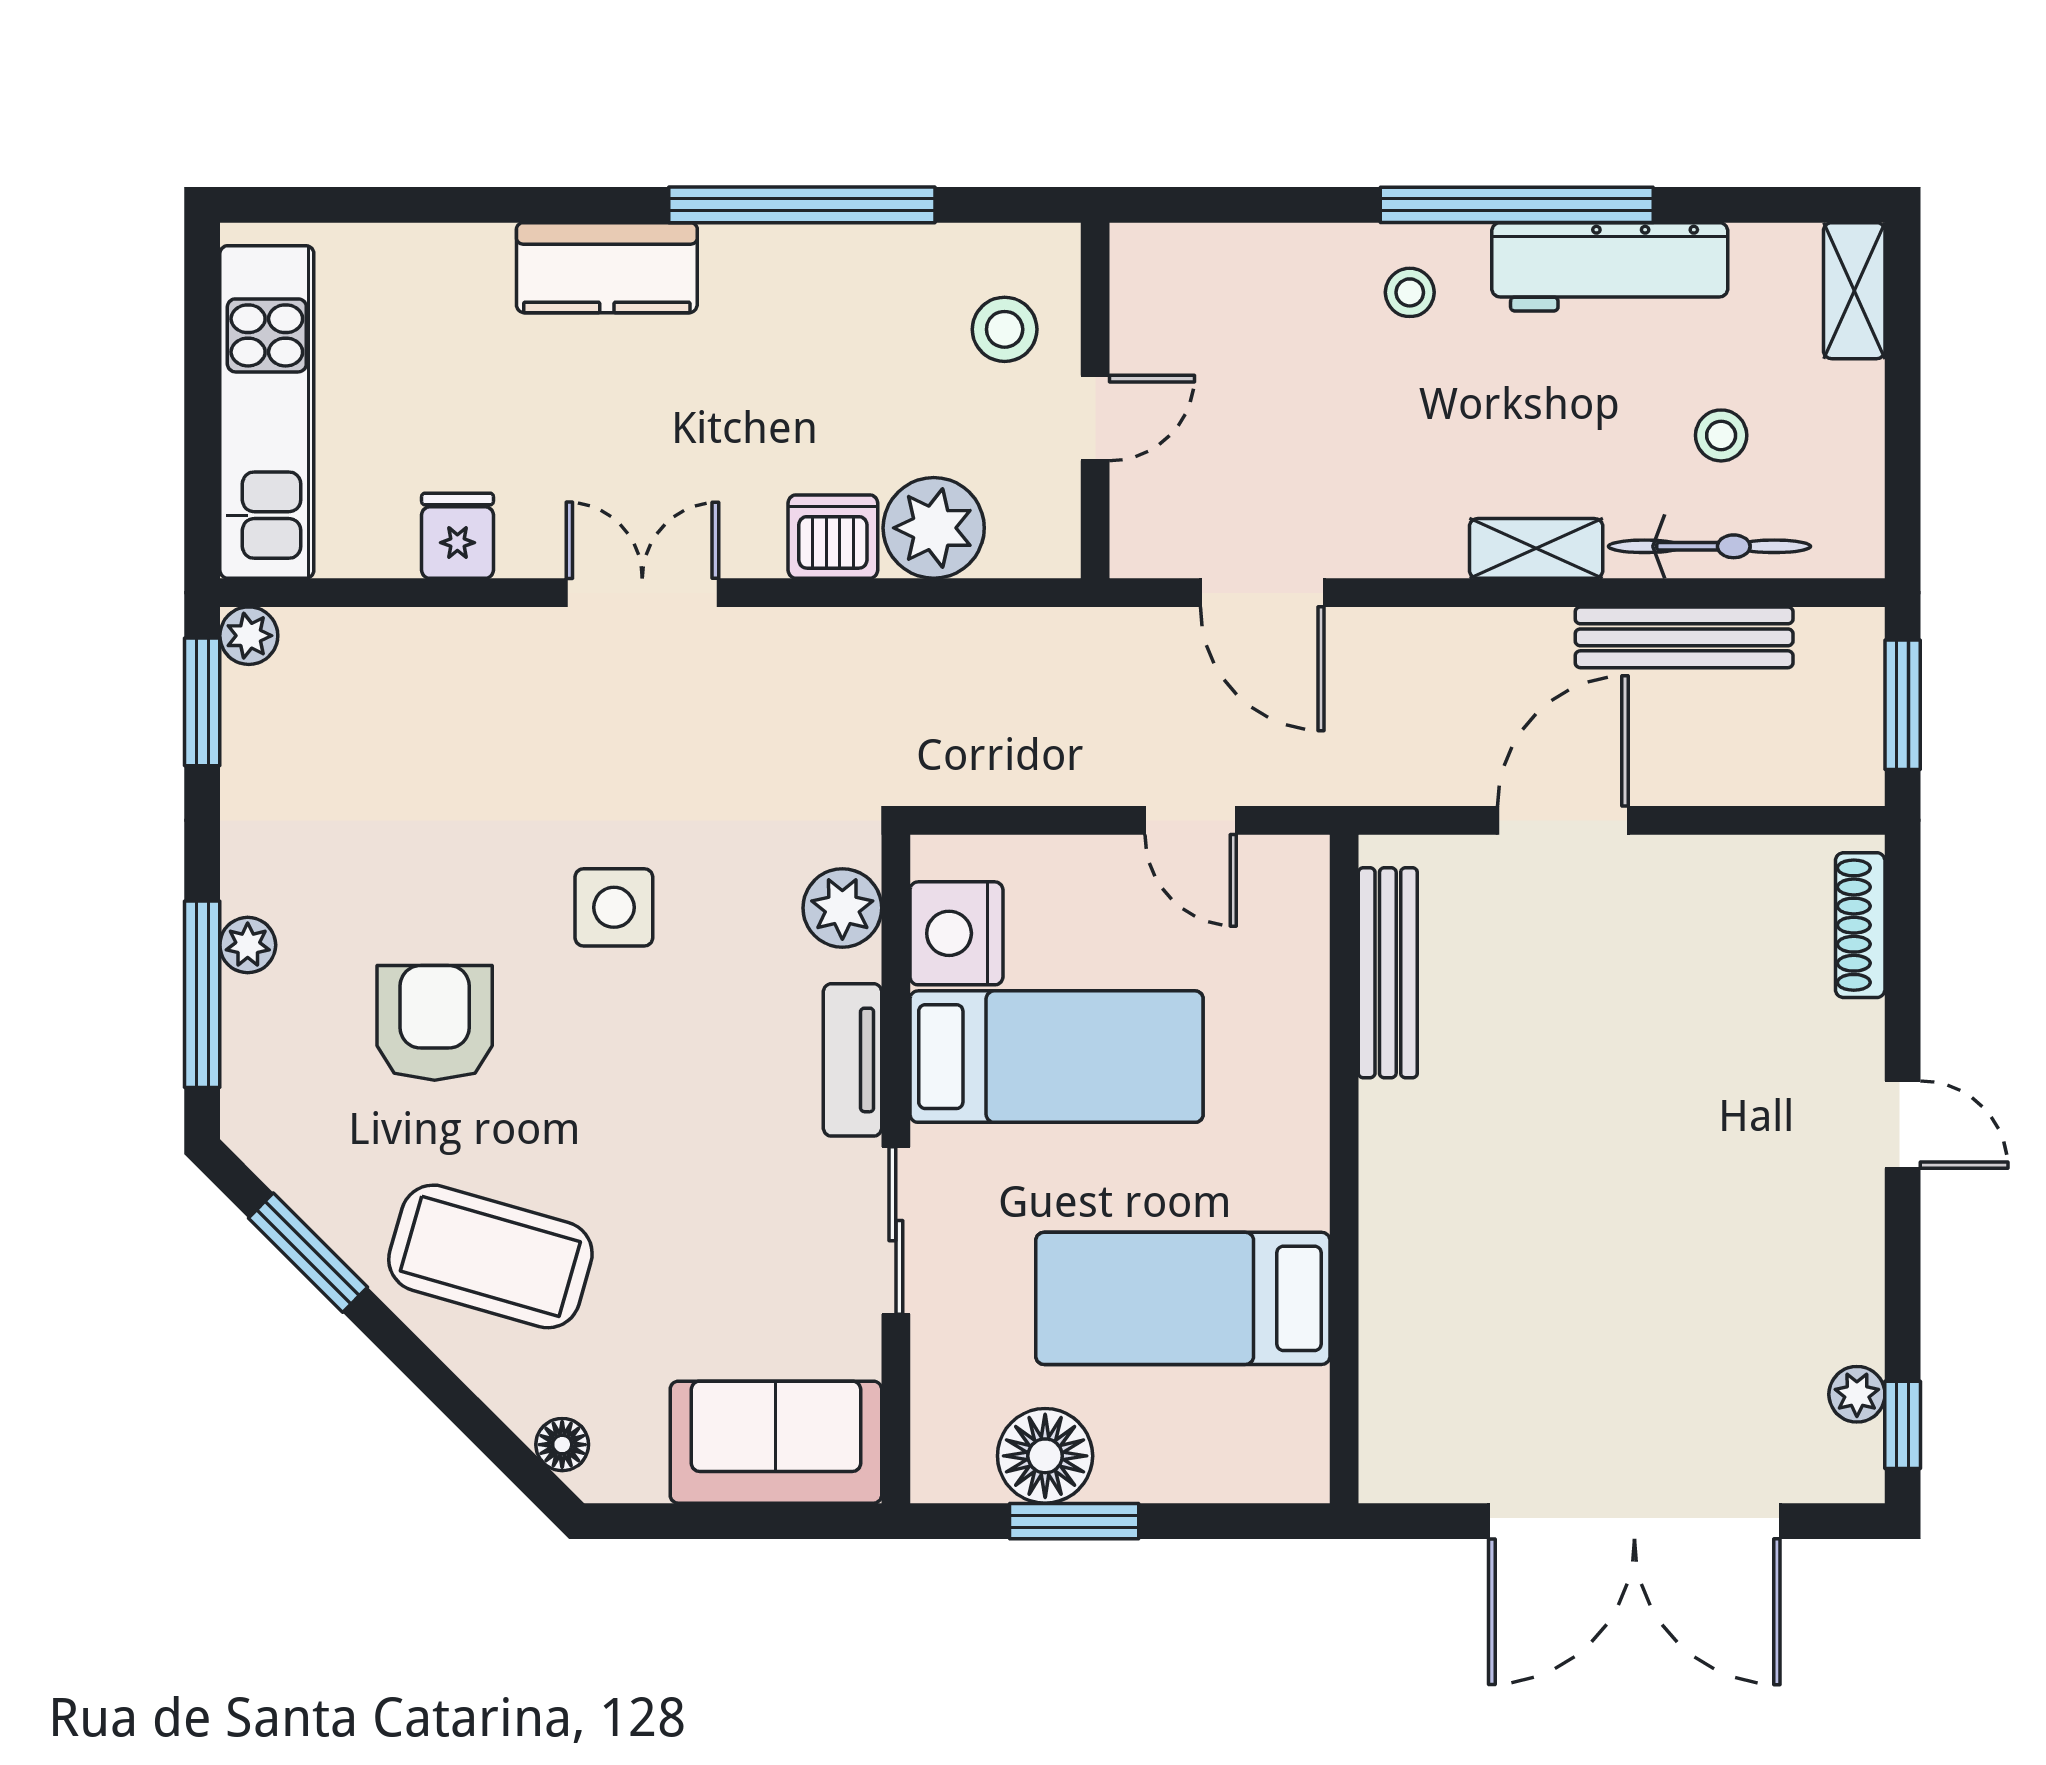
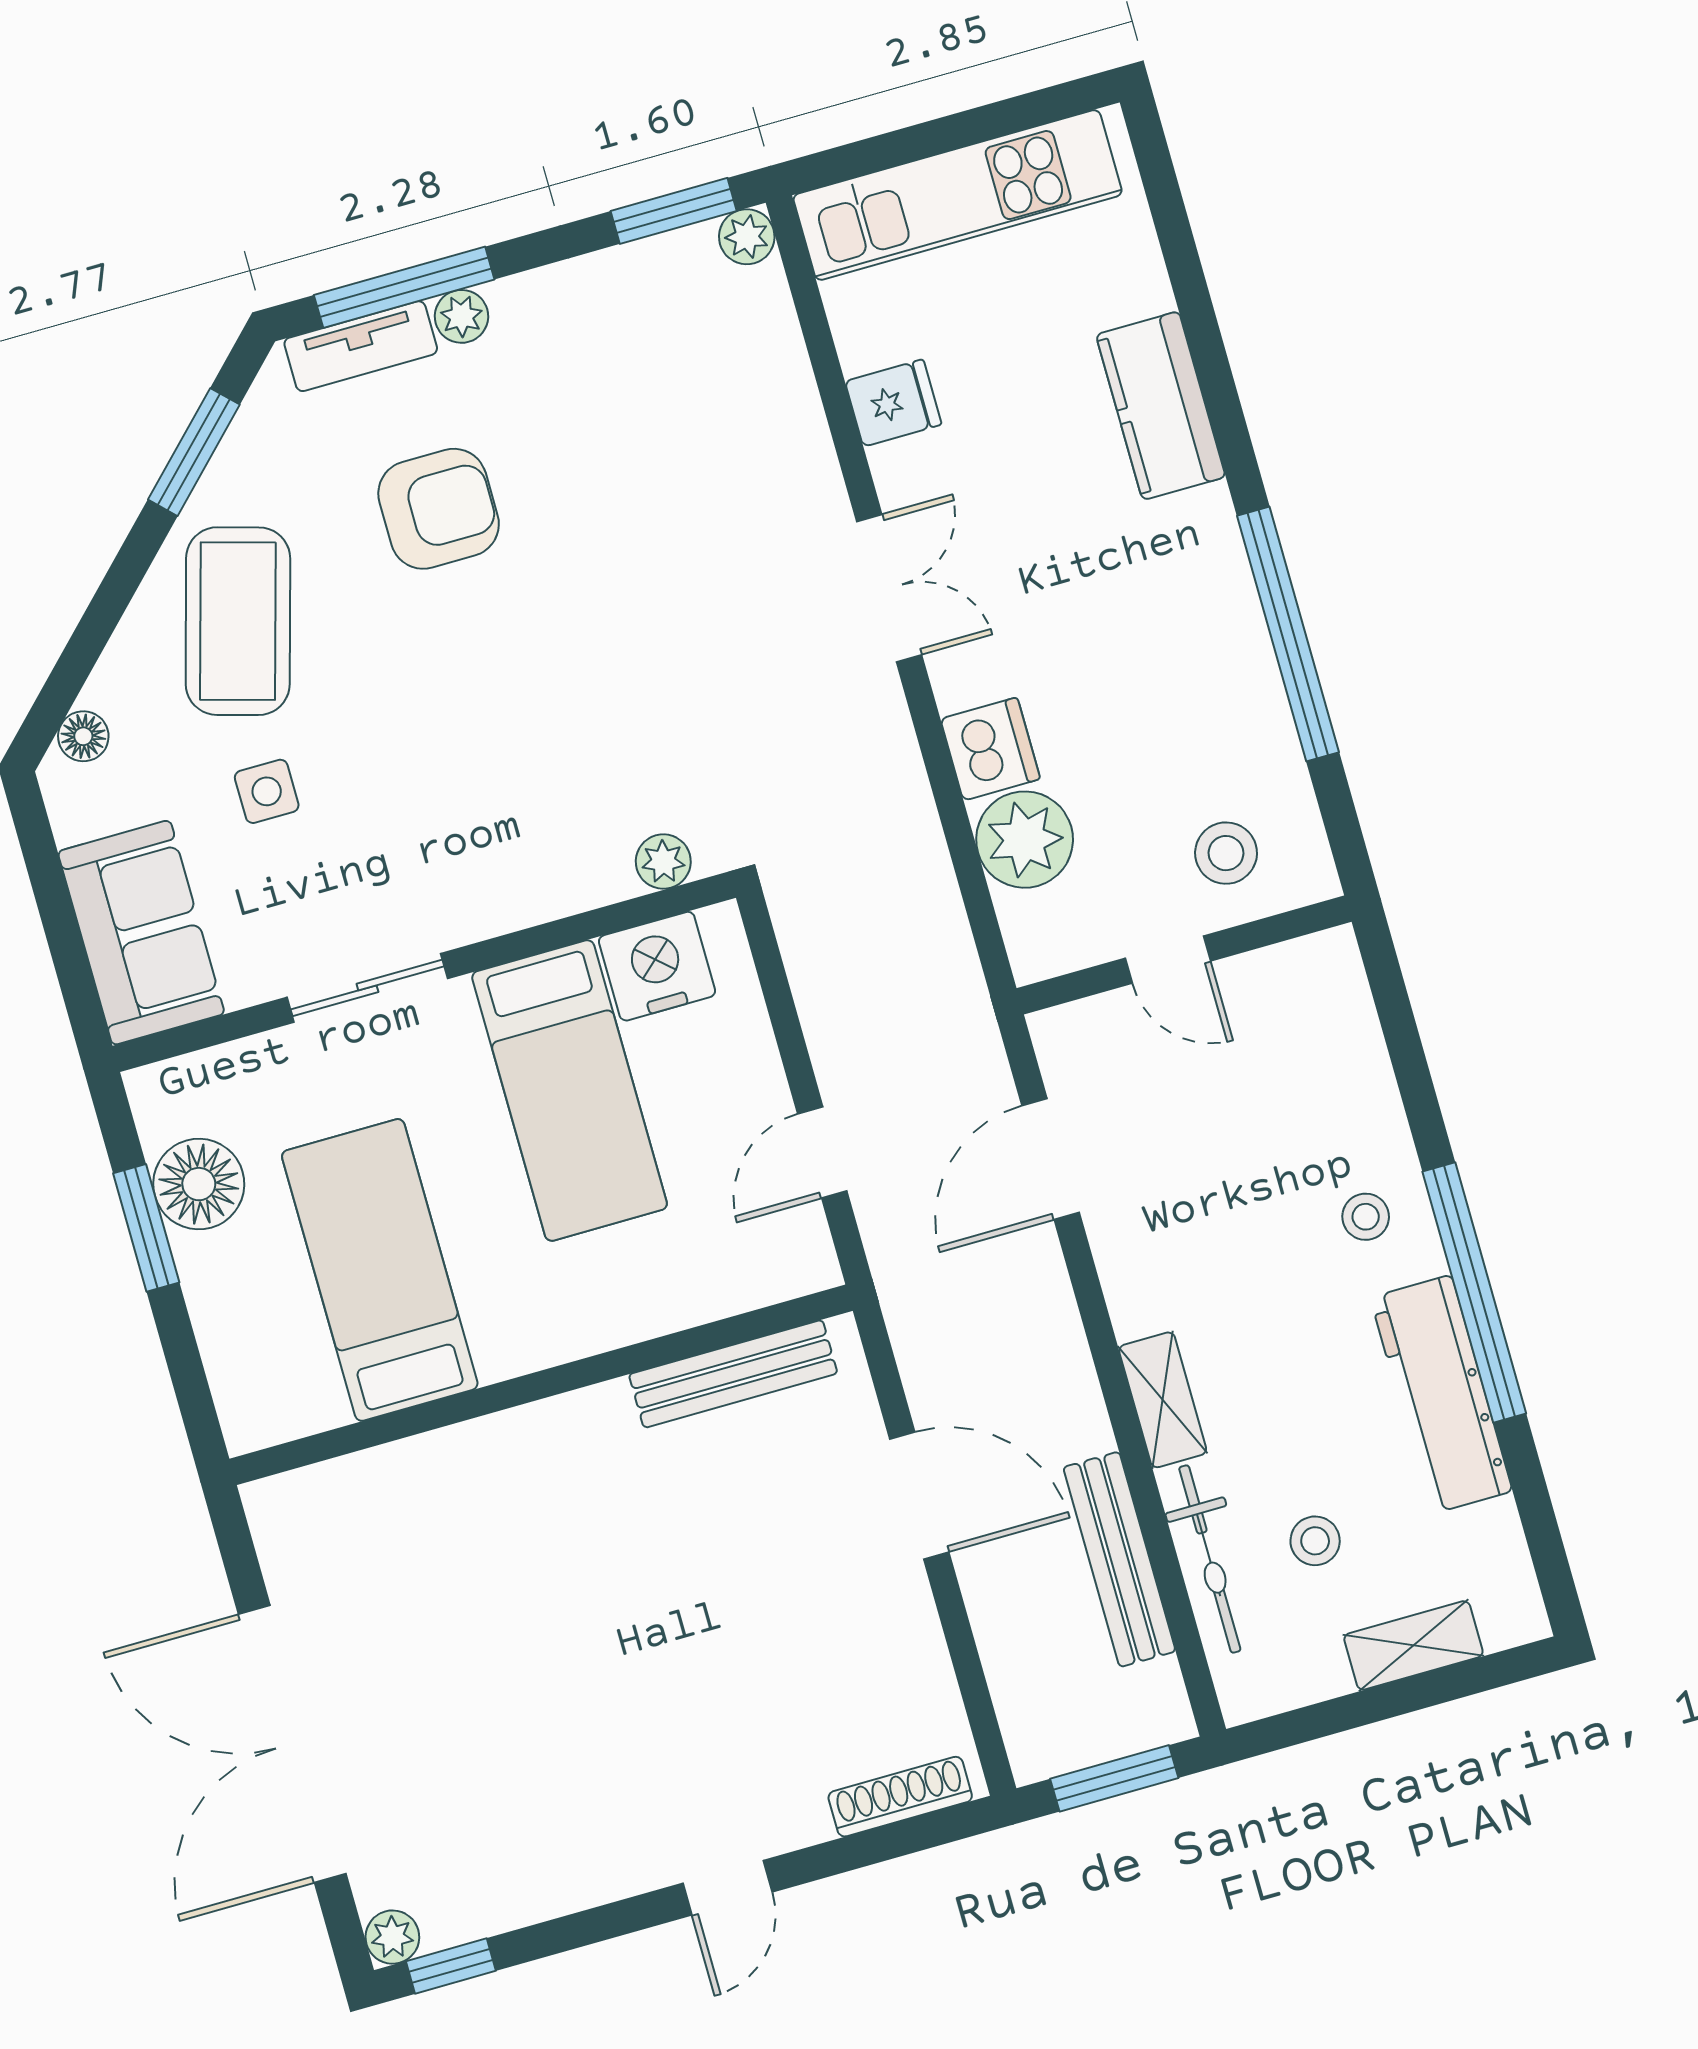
kitchen counter: (607, 268) -> (1161, 406), moved
shelving: (1854, 291) -> (1413, 1645), moved
side table: (614, 907) -> (267, 791), moved, width x0.73, depth x0.73
plant: (842, 908) -> (663, 862), width x0.73, depth x0.73
tv unit: (853, 1060) -> (361, 346), moved, turned 180
plant: (1857, 1394) -> (392, 1937), moved

